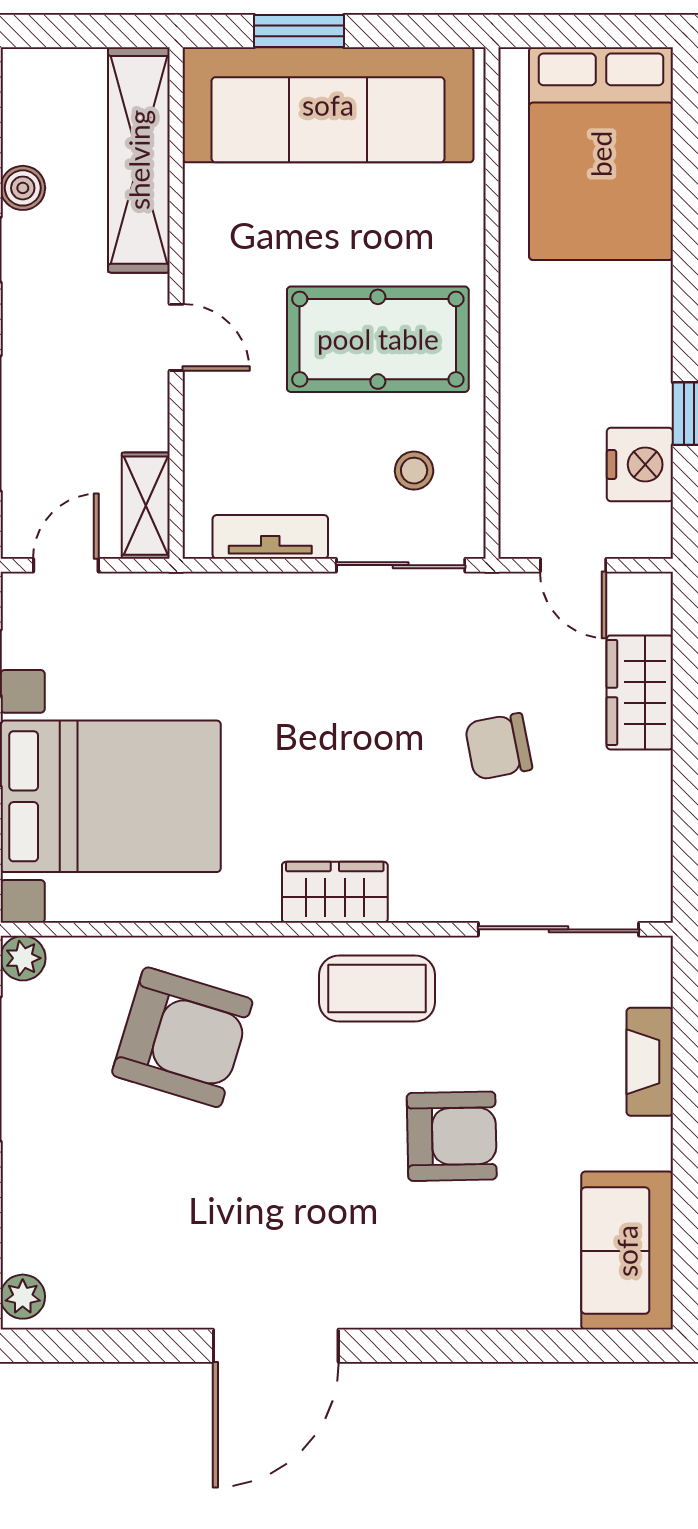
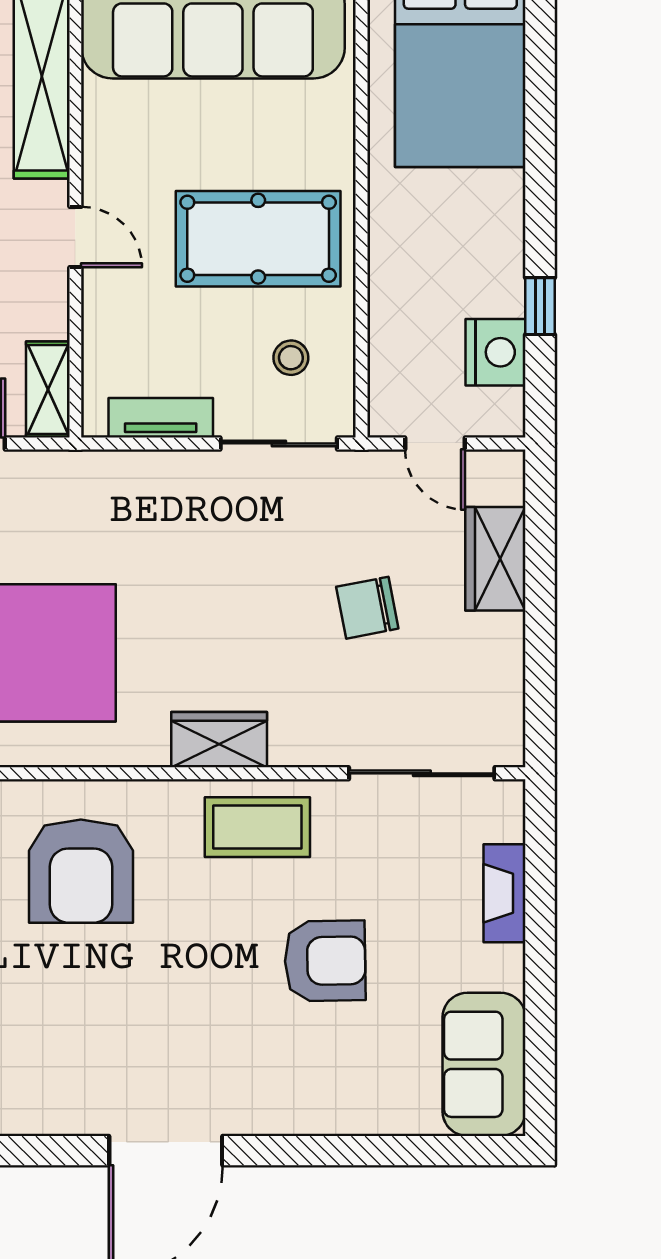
armchair: (182, 1037) -> (81, 871), turned 73

